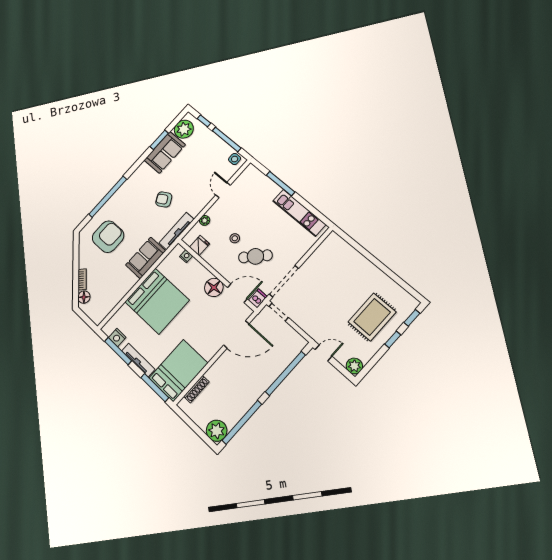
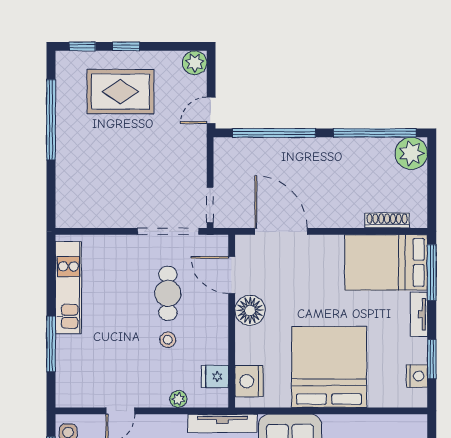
nightstand: (186, 256) -> (249, 381), width x1.89, depth x1.79
cafe table: (255, 256) -> (168, 293), turned 46
window: (388, 272) -> (51, 120), added
dishwasher: (258, 298) -> (216, 244), removed
window: (118, 351) -> (432, 359), width x0.69
door: (323, 353) -> (211, 110), hinge flipped
tv unit: (138, 360) -> (419, 314), width x0.71

